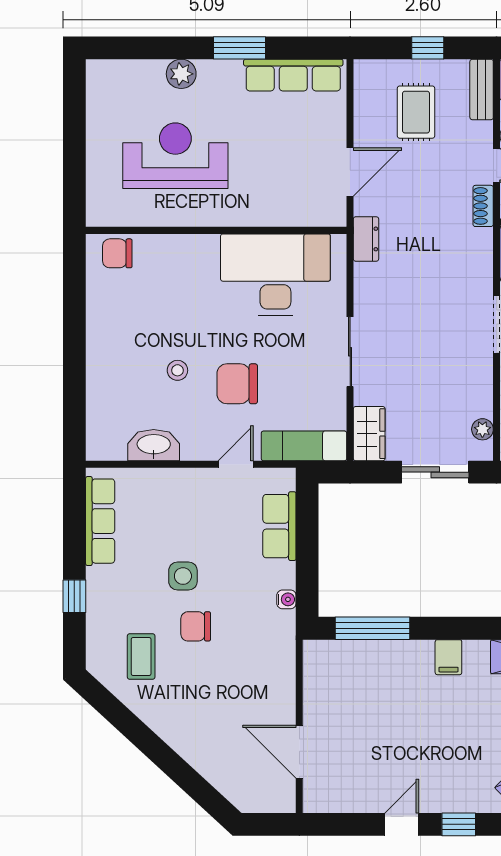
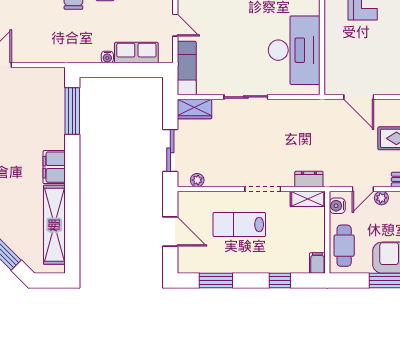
shoe rack: (483, 206) -> (337, 180), removed
dresser: (366, 239) -> (309, 179), moved, turned 180
chair: (237, 384) -> (226, 26), removed
water cooler: (286, 599) -> (107, 57), moved
filing cabinet: (448, 657) -> (54, 167), width x2.00

